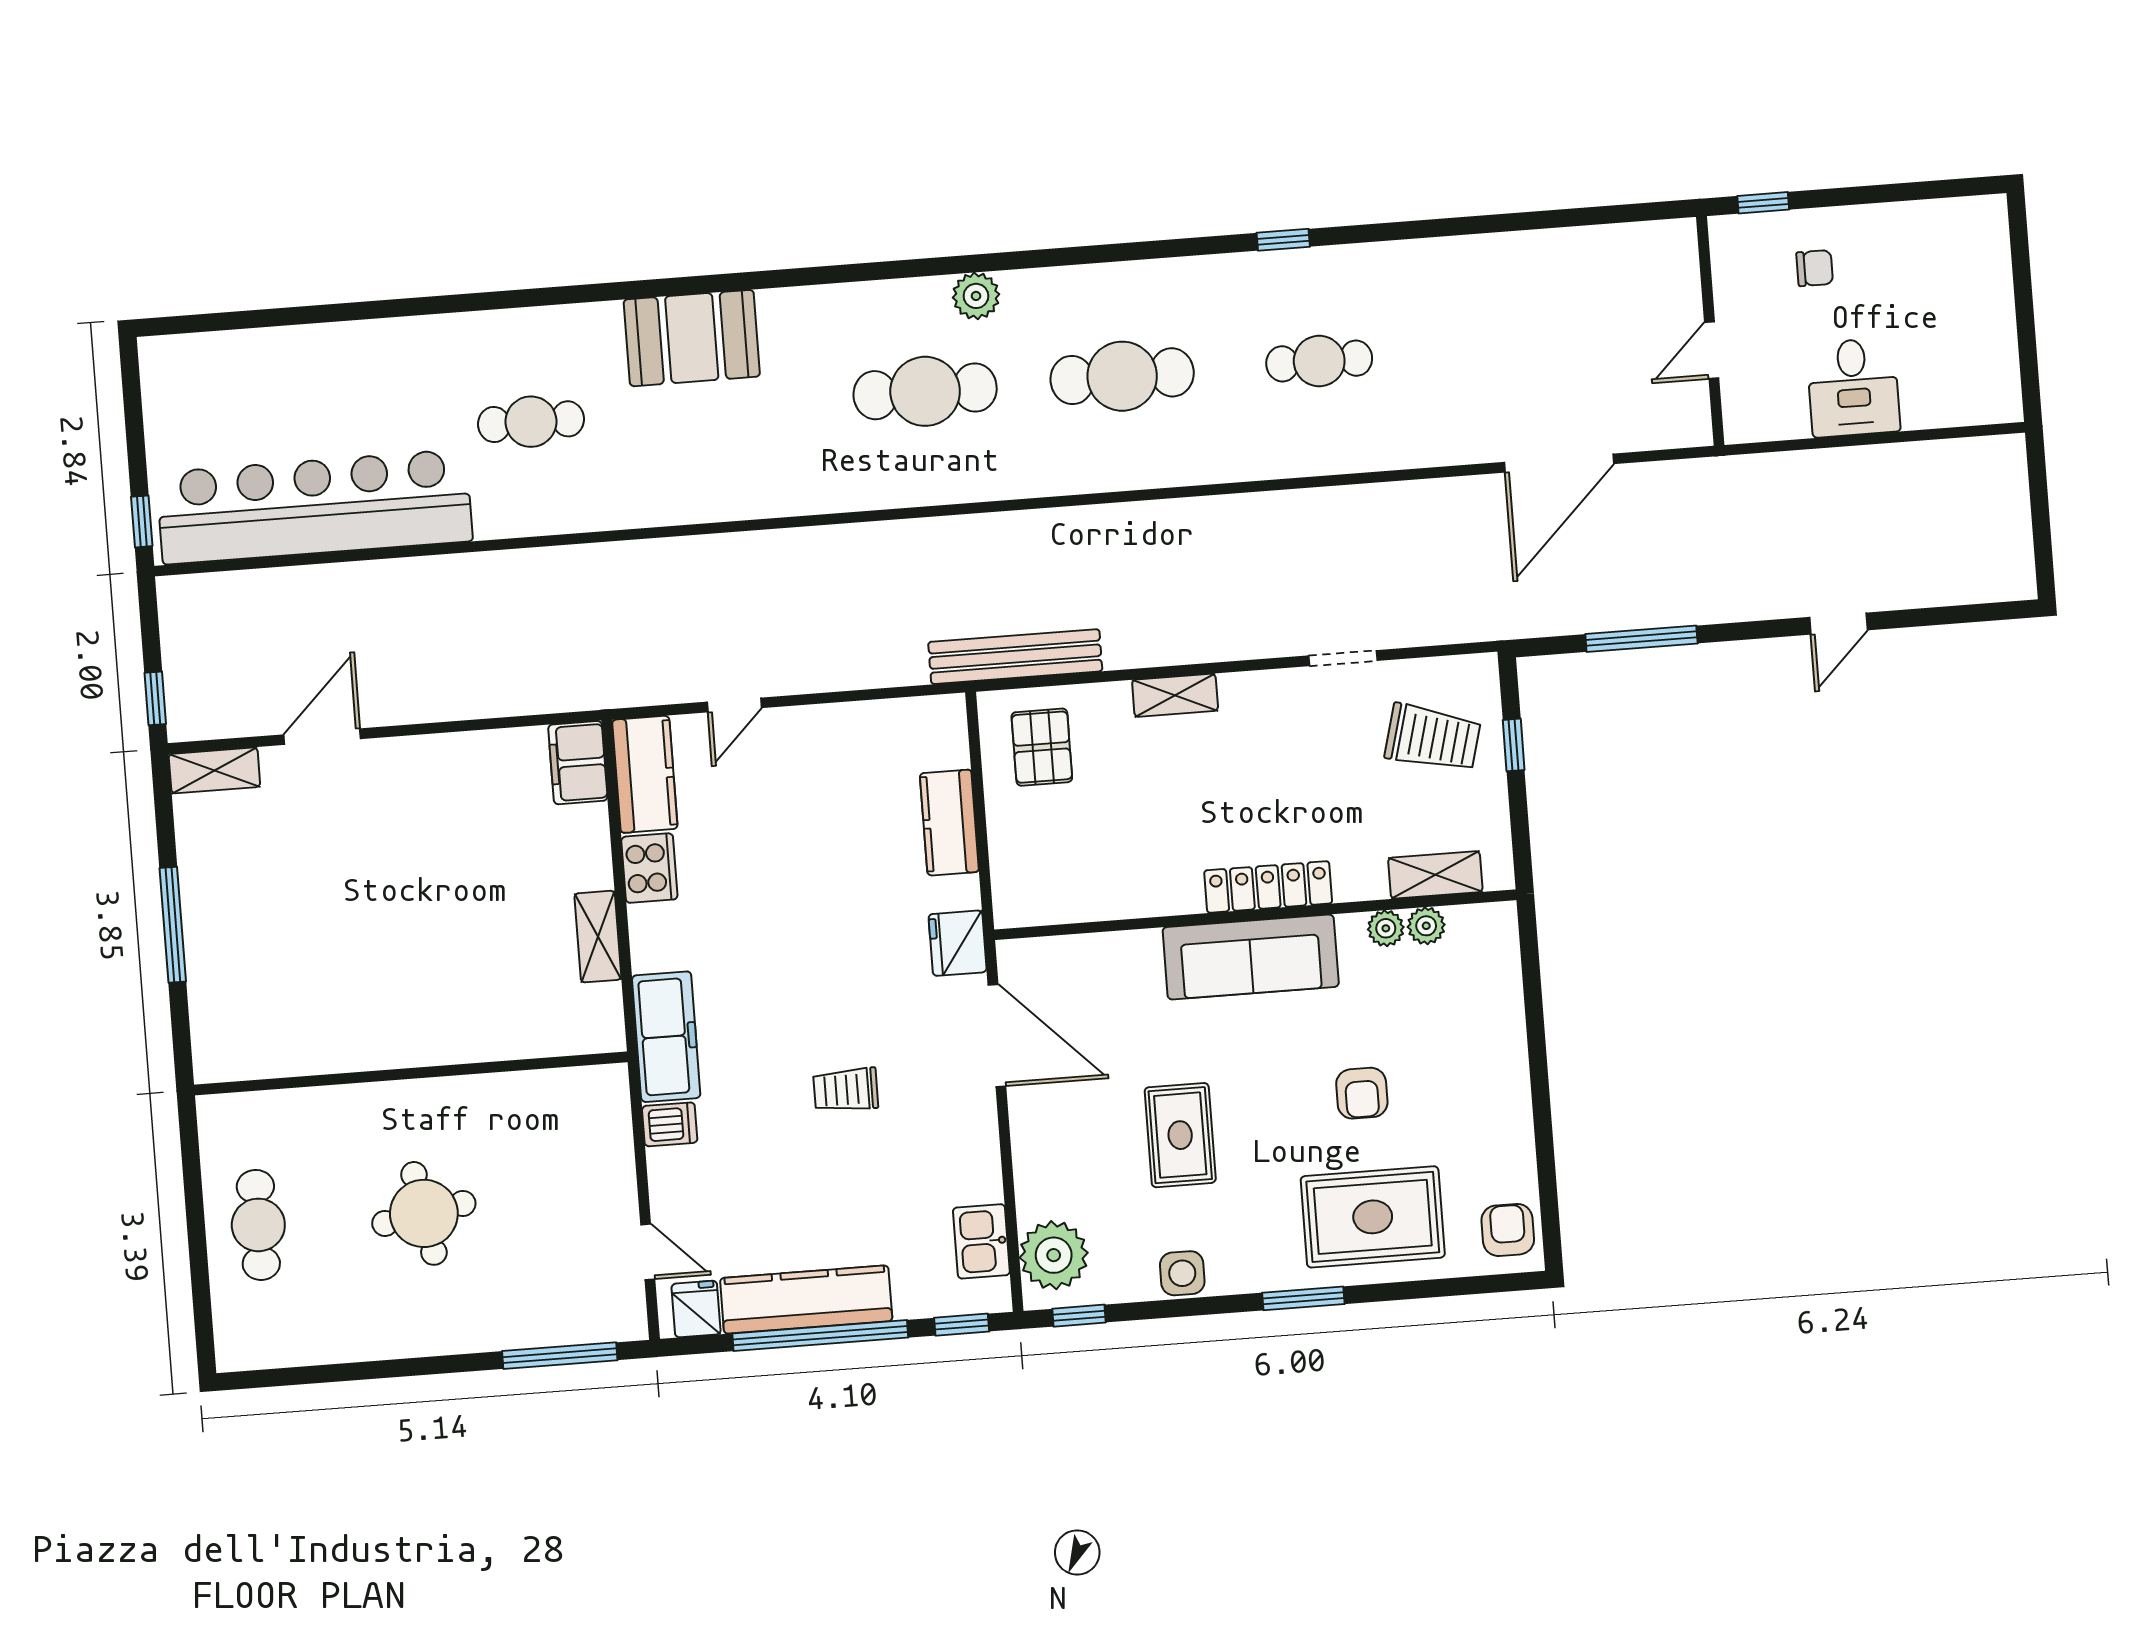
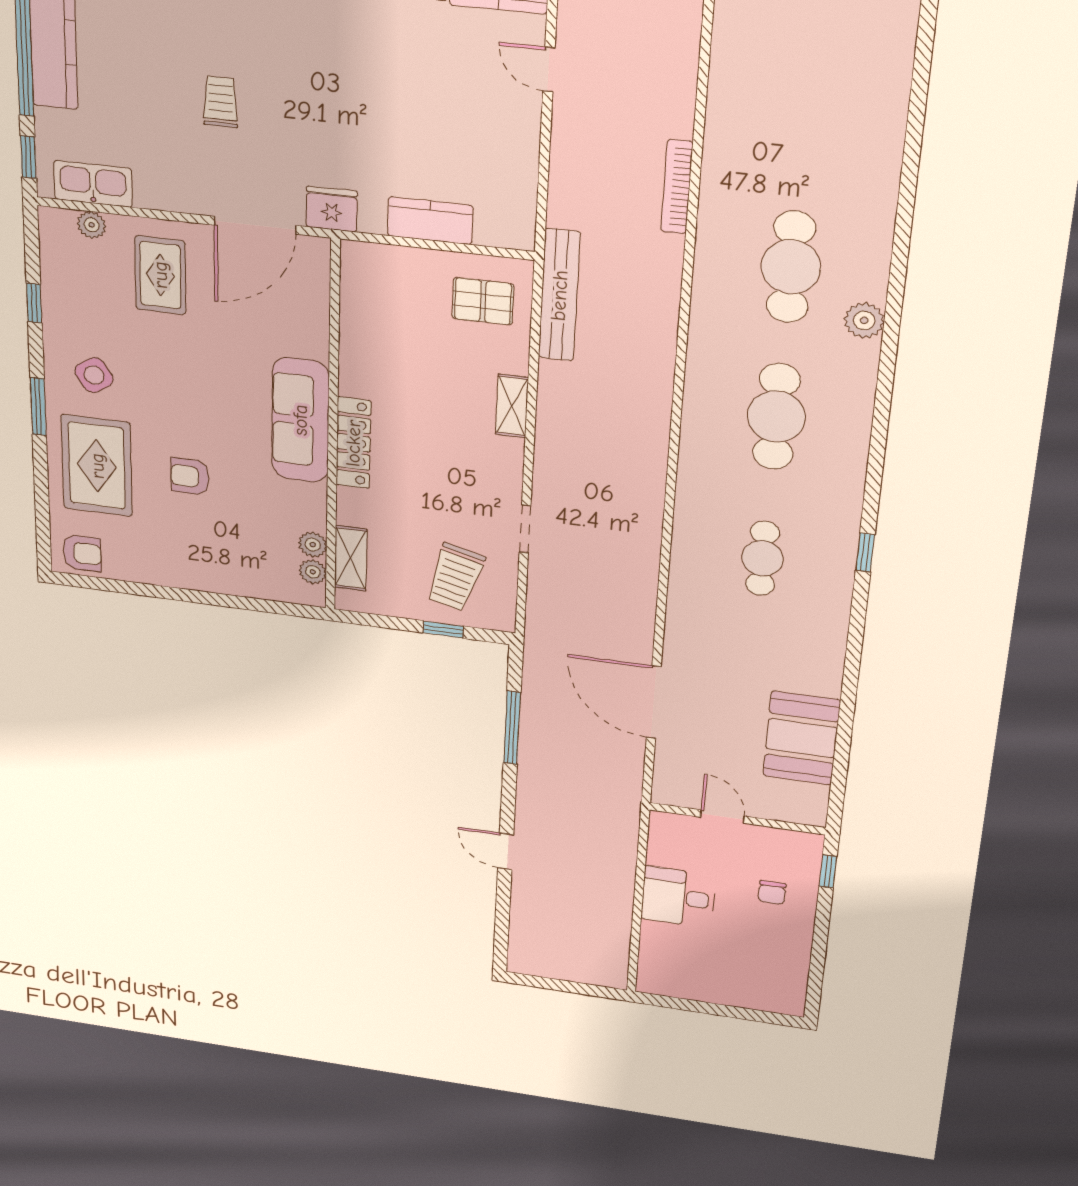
booth: (692, 338) -> (801, 738), moved
bookcase: (851, 538) -> (677, 187), added
plant: (1386, 928) -> (313, 572), moved
rug: (1180, 1135) -> (160, 275), moved, turned 90
kitchen sink: (981, 1241) -> (93, 184), width x1.38
plant: (1054, 1255) -> (92, 225), width x0.53, depth x0.53
side table: (1182, 1273) -> (94, 375), moved, turned -33
window: (1079, 1316) -> (34, 303), moved

